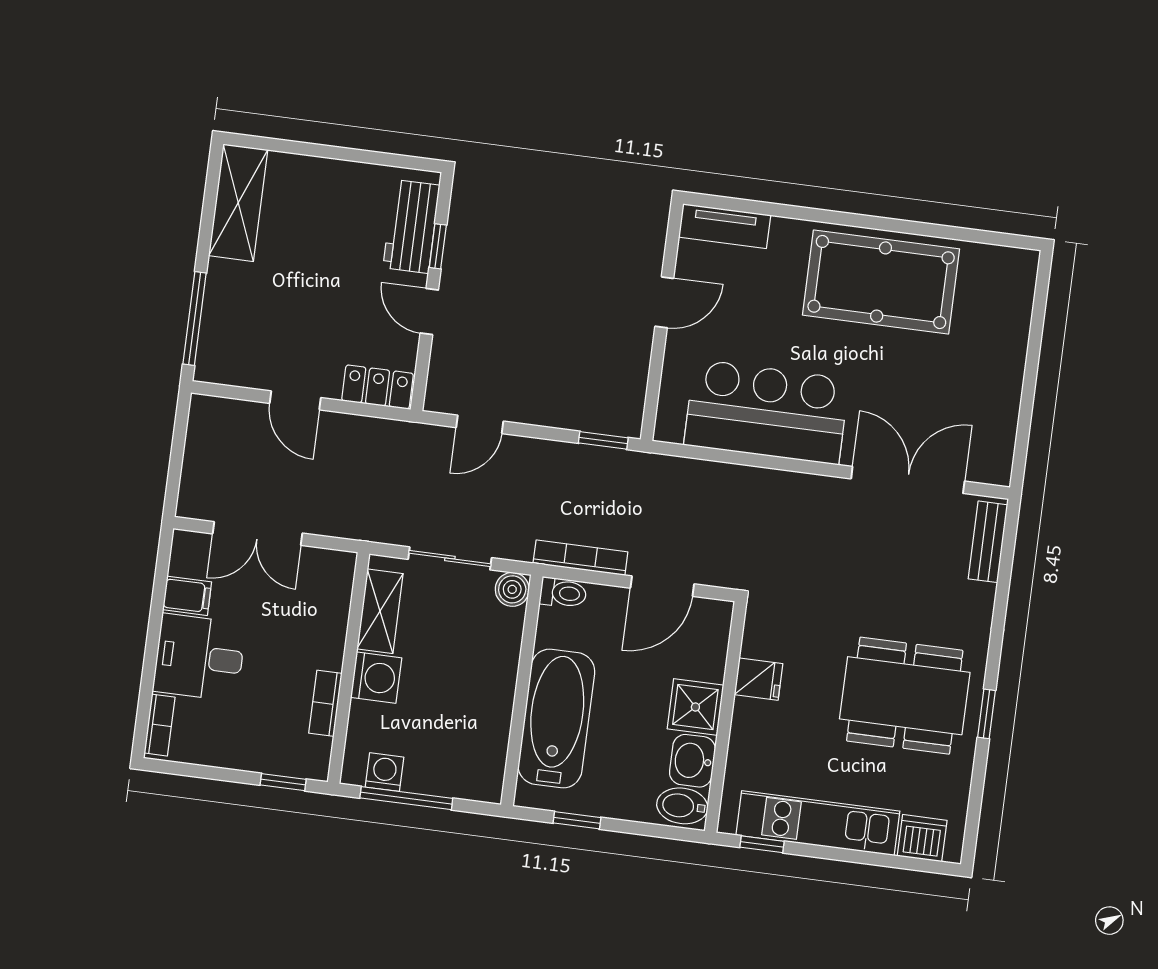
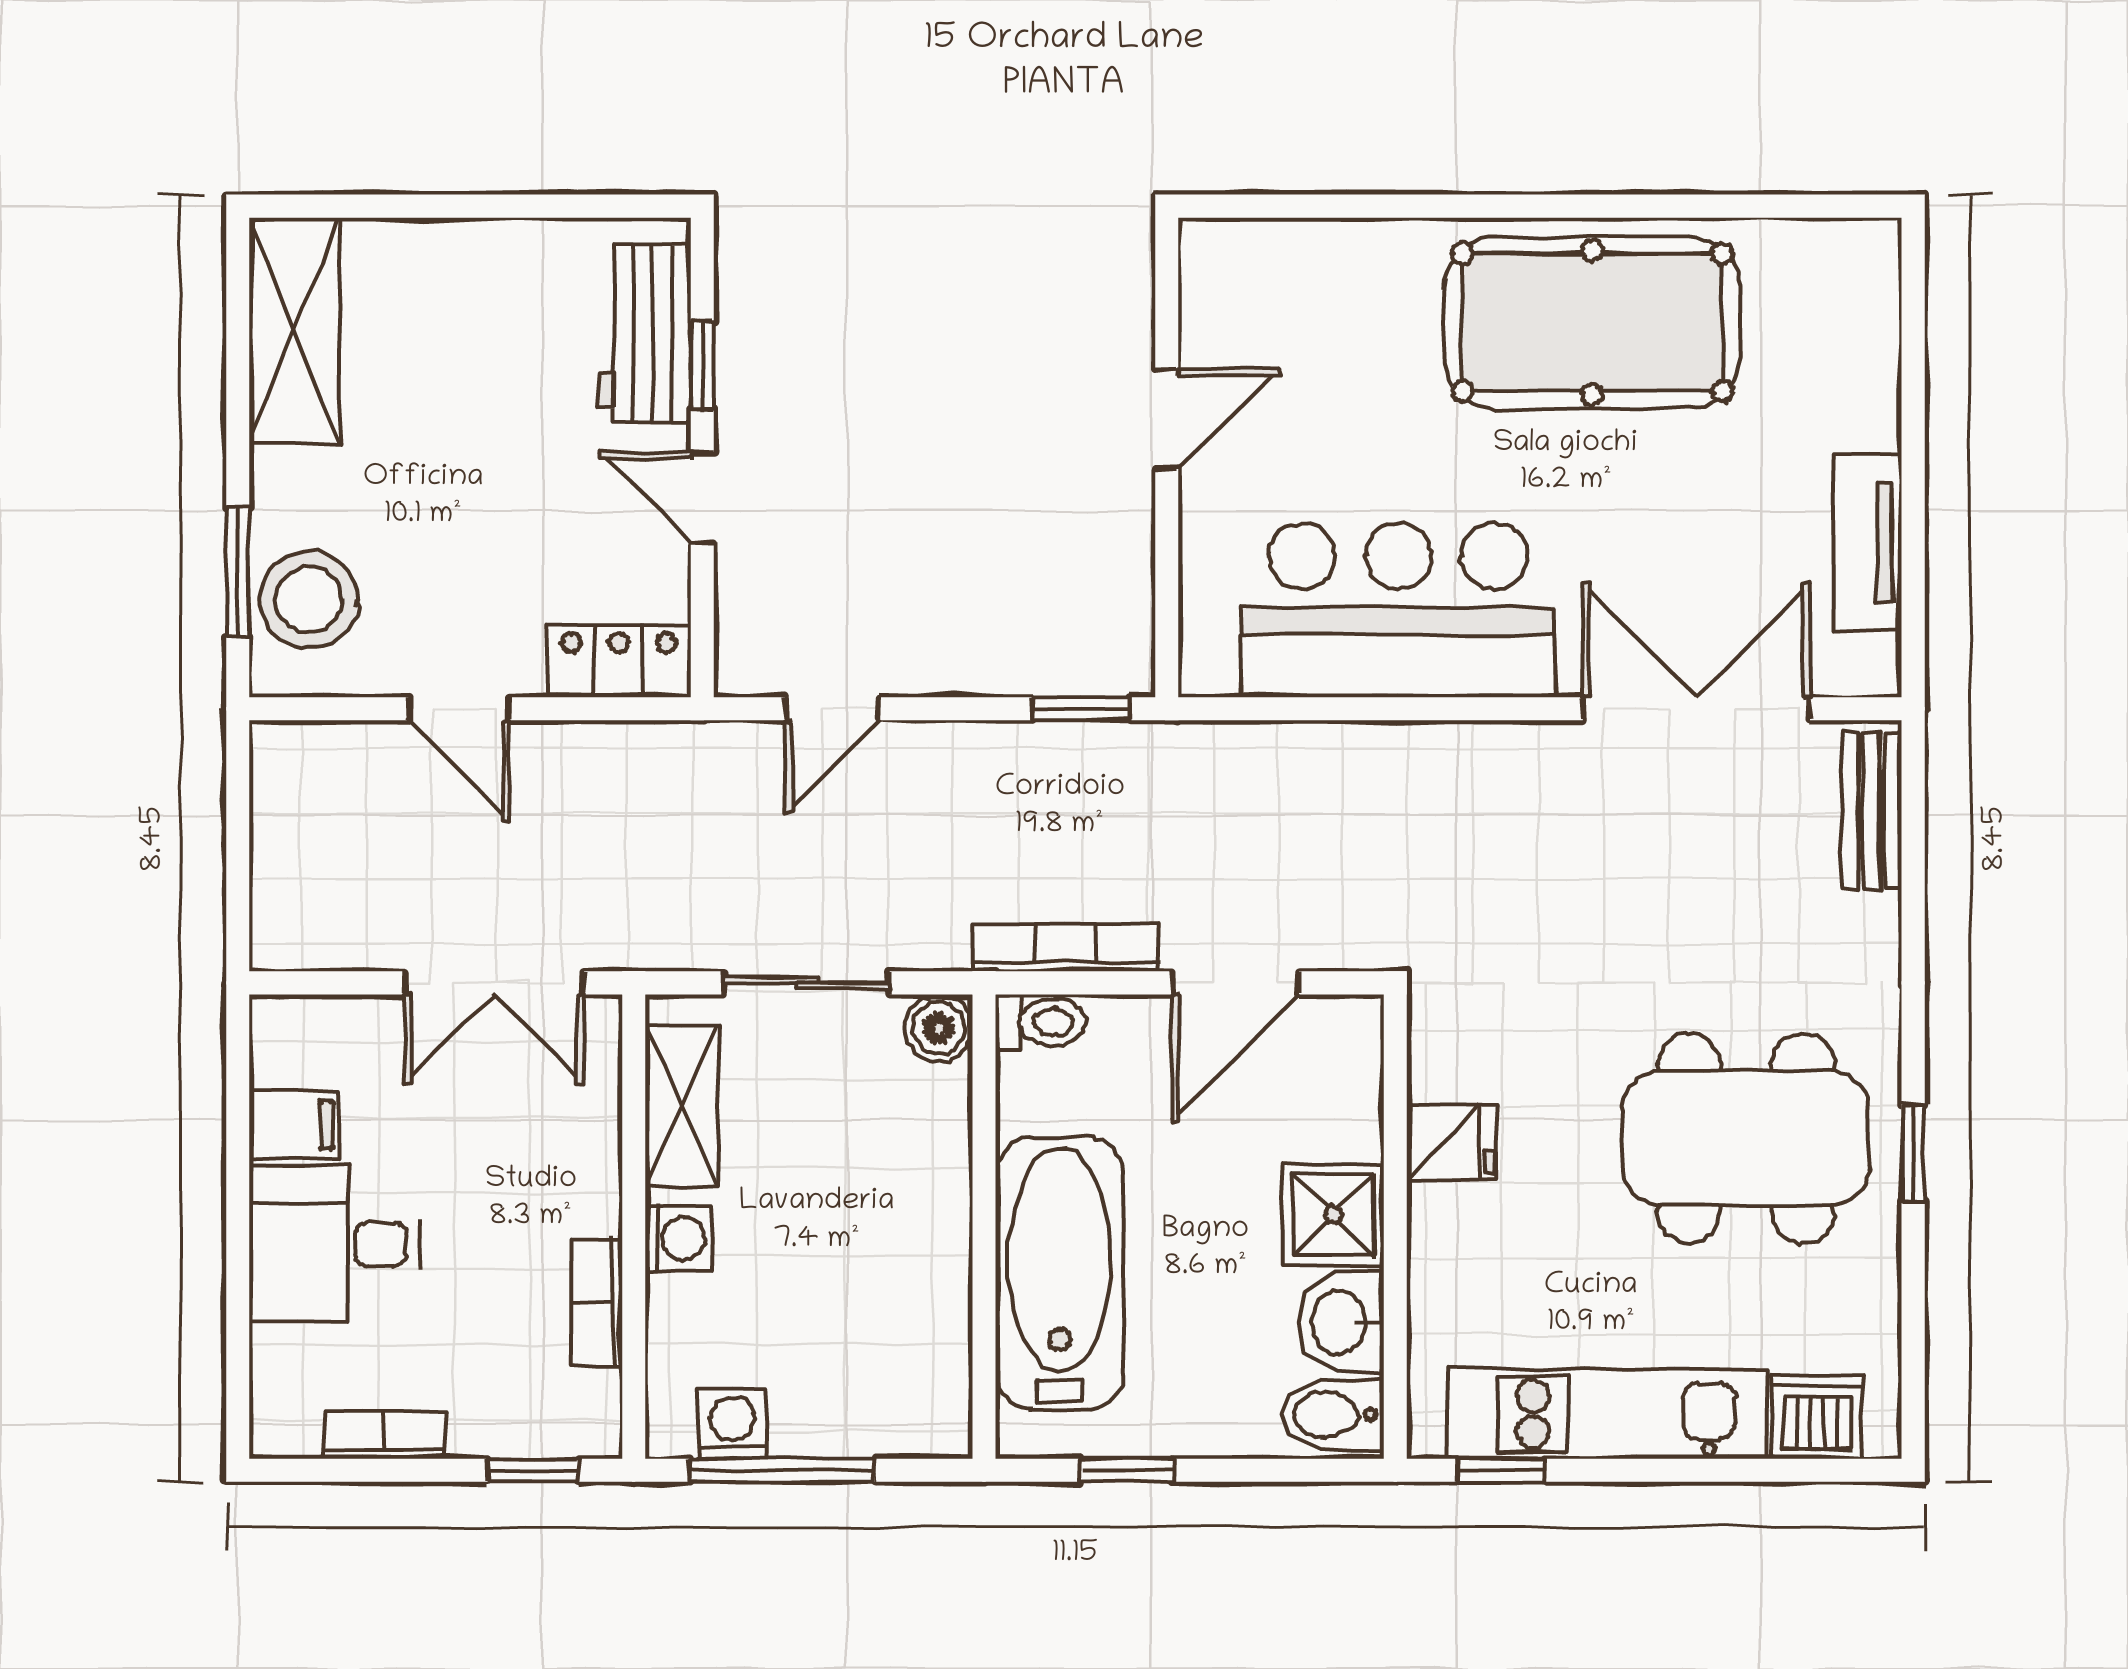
tv unit: (725, 226) -> (1868, 543), moved, turned 90
window: (195, 319) -> (238, 572), width x0.69
stool: (228, 337) -> (309, 599), added
double door: (258, 533) -> (494, 983), moved
washing machine: (376, 678) -> (678, 1239), width x0.73, depth x0.73
bookcase: (160, 725) -> (384, 1435), moved, turned -90

